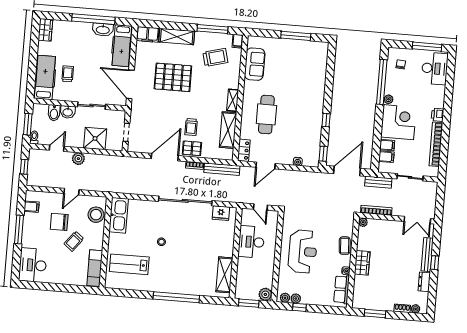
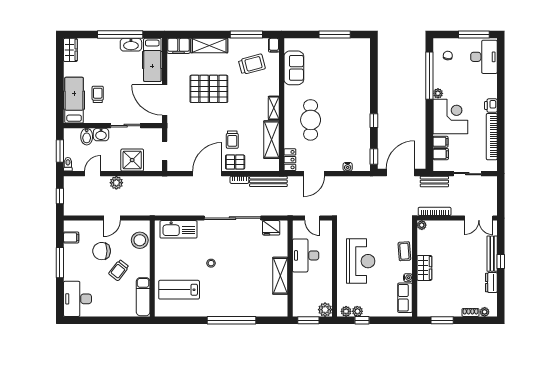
kitchen sink: (119, 215) -> (178, 229), moved, turned 90
shelving: (224, 275) -> (280, 276), moved

